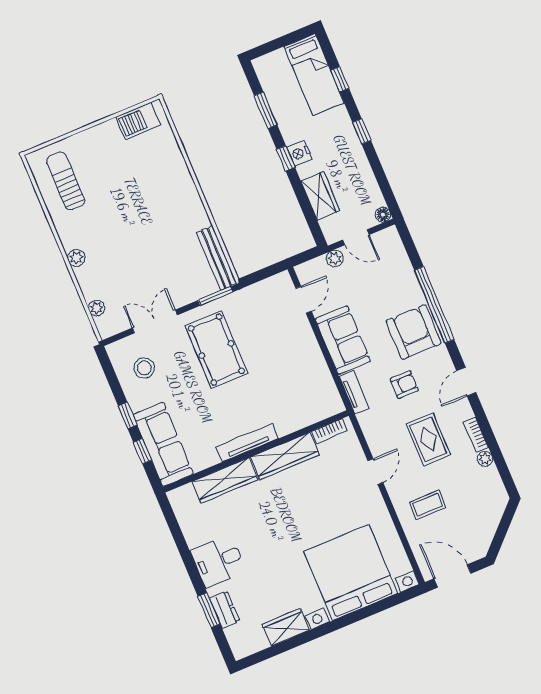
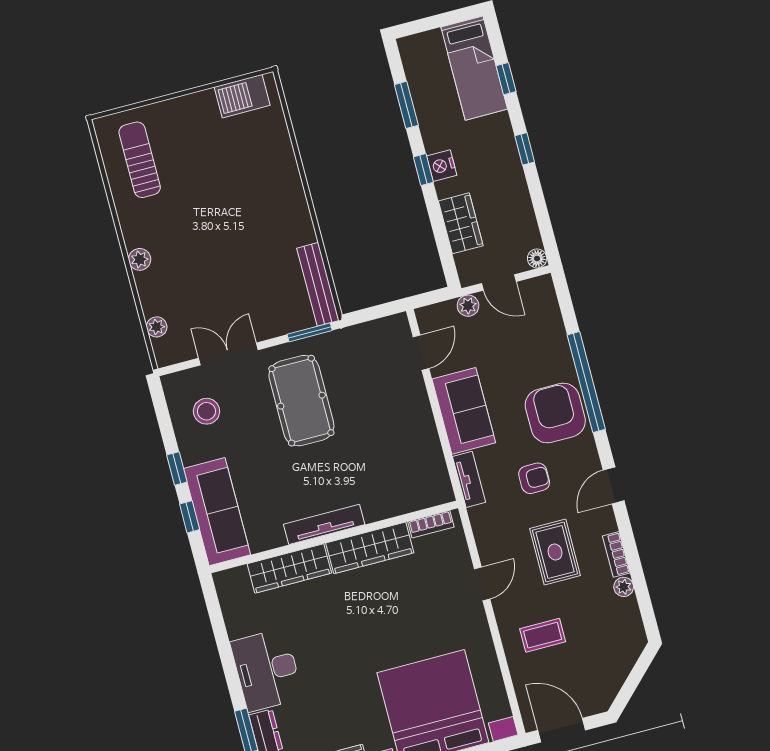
desk: (218, 561) -> (267, 670), width x1.37

